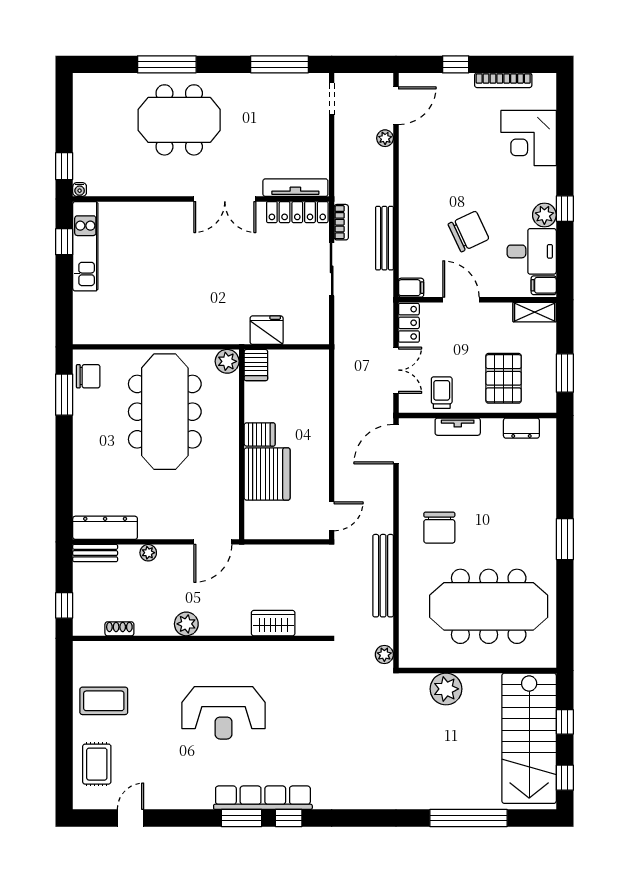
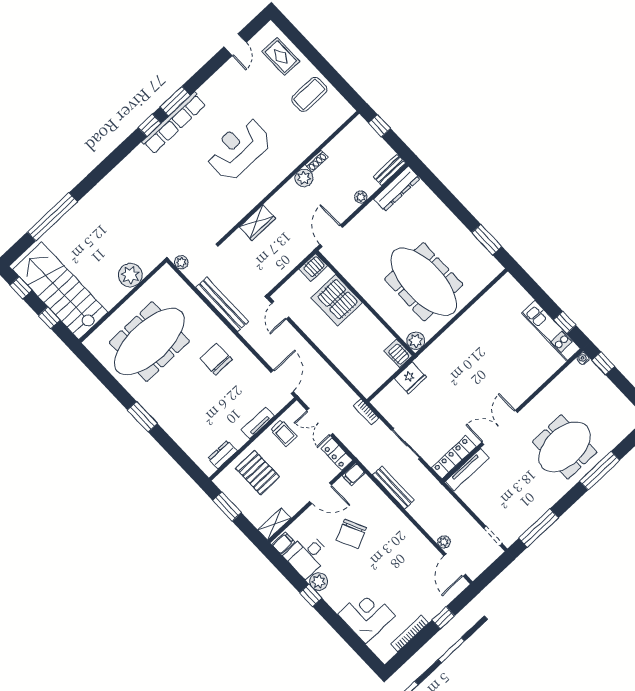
bookcase: (341, 222) -> (366, 412), moved
chair: (88, 376) -> (483, 262), removed
server rack: (260, 434) -> (313, 267), moved
shoe rack: (119, 629) -> (317, 161), moved

